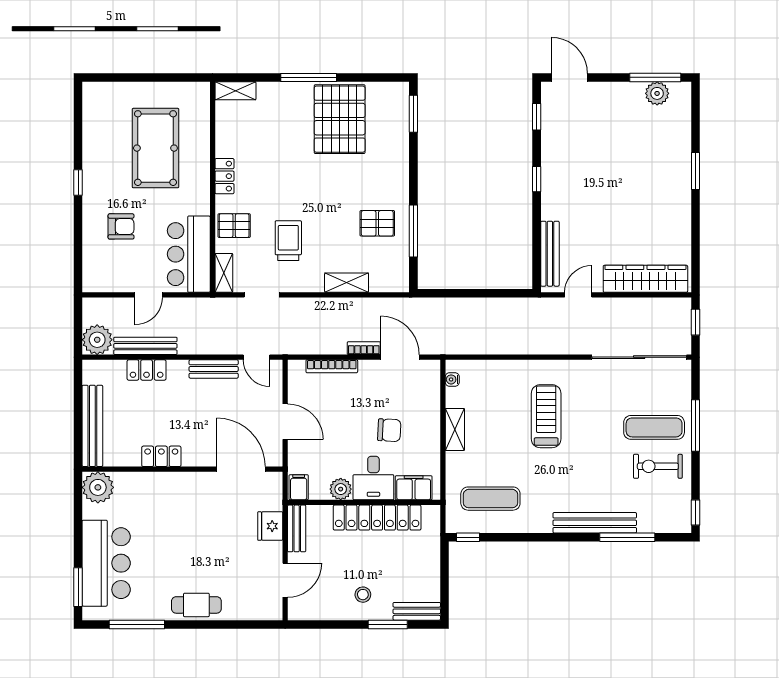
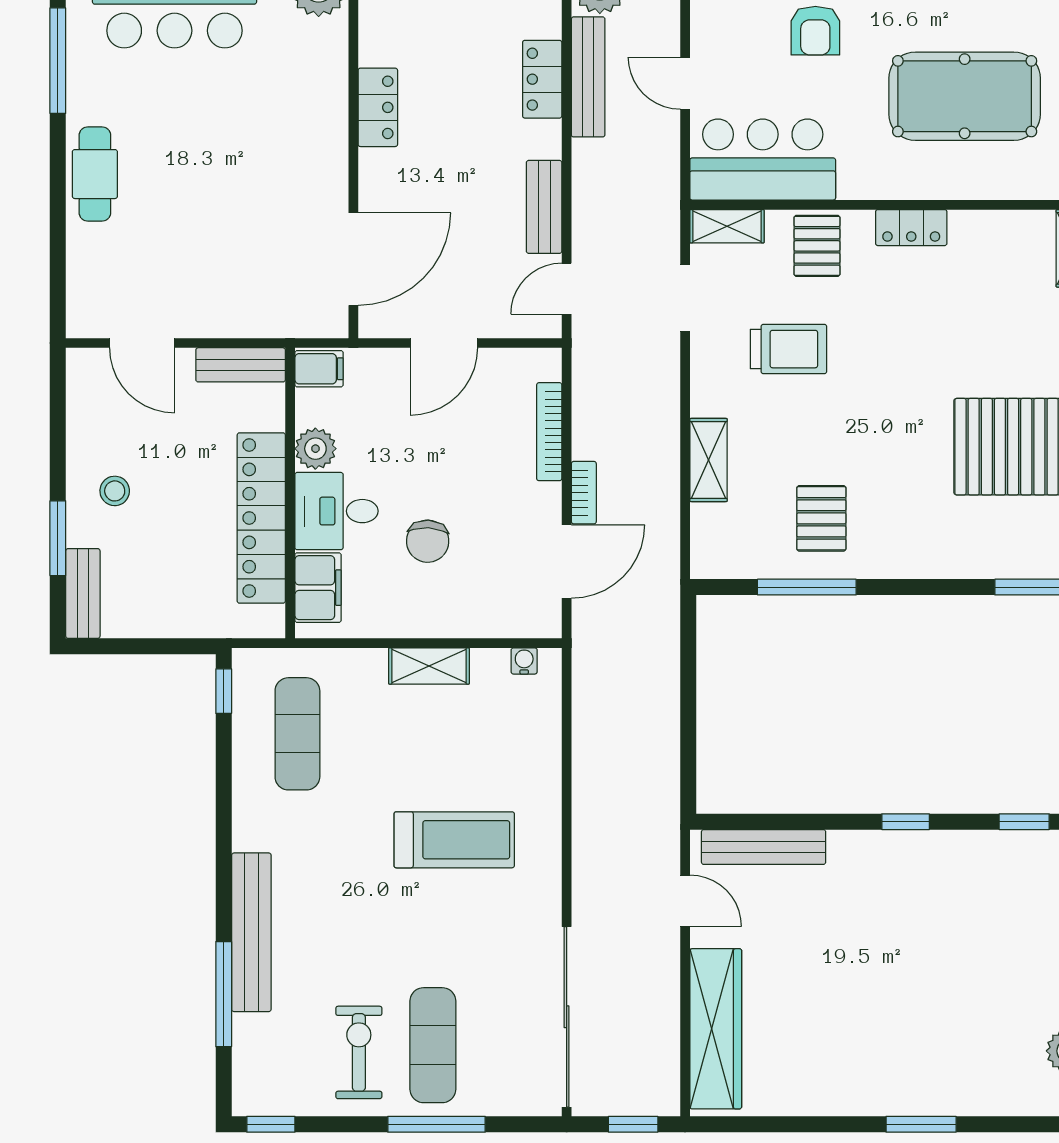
fridge: (270, 526) -> (245, 315), removed

